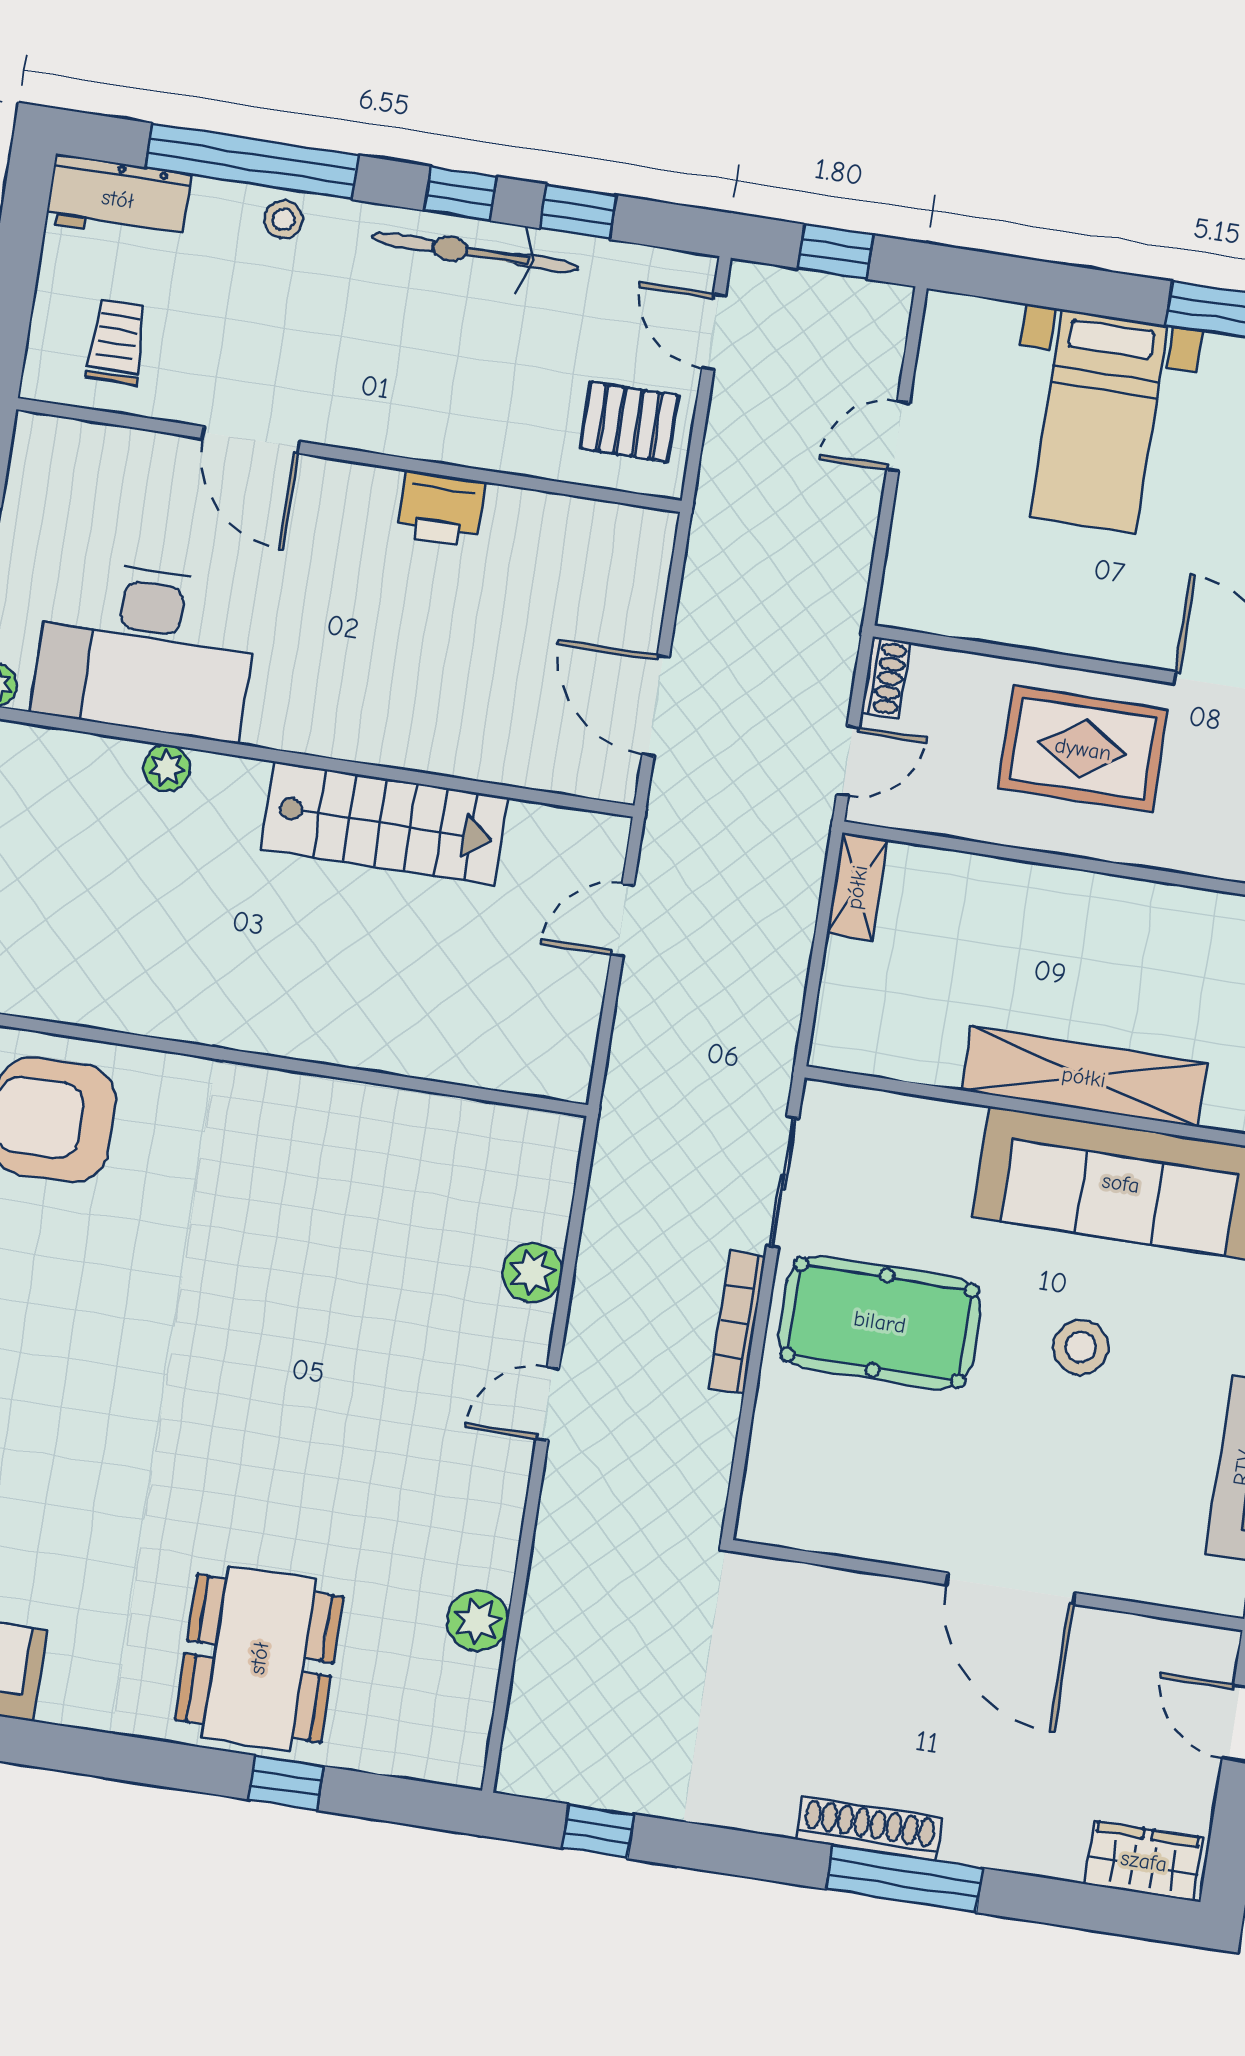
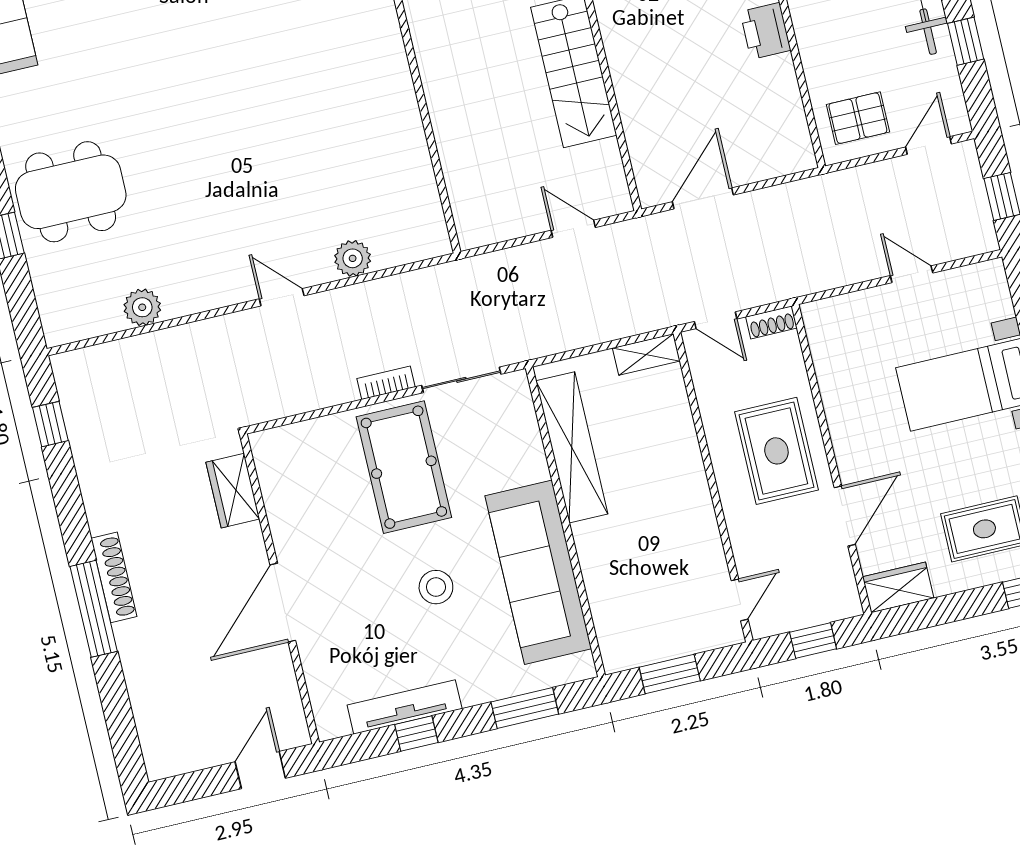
pallet: (629, 422) -> (858, 118), turned 90
shelving: (1084, 1077) -> (572, 447), moved
bookcase: (737, 1323) -> (386, 383), width x0.64
wardrobe: (1144, 1861) -> (233, 491), moved, turned 180

